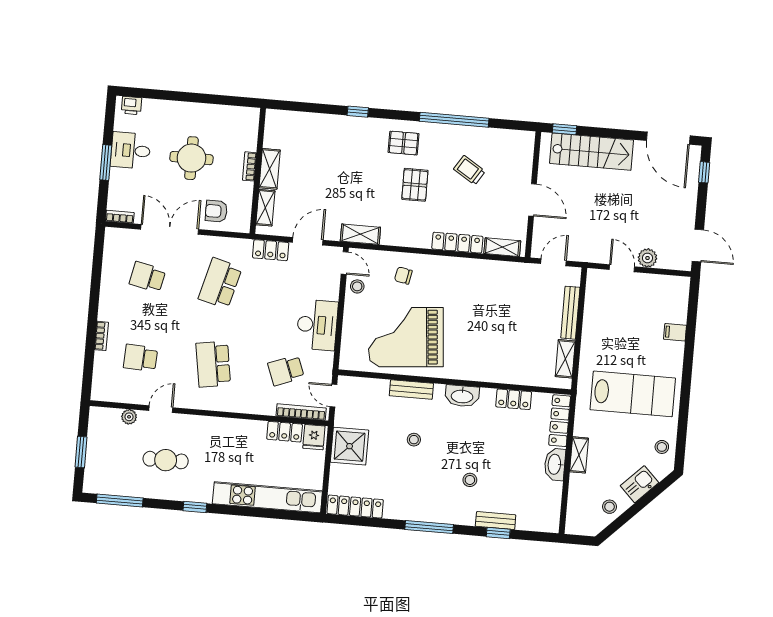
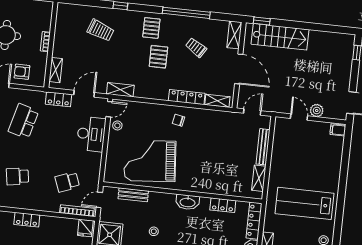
door: (668, 138) -> (333, 29), removed
pallet: (404, 143) -> (151, 28), turned 90
trolley: (329, 148) -> (101, 30), added
shelving: (270, 169) -> (234, 35), moved
door: (532, 200) -> (239, 69), width x1.36
door: (345, 263) -> (109, 109), hinge flipped
chair: (403, 276) -> (179, 120), moved
desk: (317, 325) -> (91, 134), moved
filing cabinet: (675, 332) -> (338, 130), moved
school desk: (213, 364) -> (17, 176), width x0.54
bench: (411, 390) -> (133, 195), moved
lab bench: (633, 394) -> (305, 203), turned 180
door: (333, 396) -> (99, 200), hinge flipped
locker: (285, 432) -> (27, 220), moved

